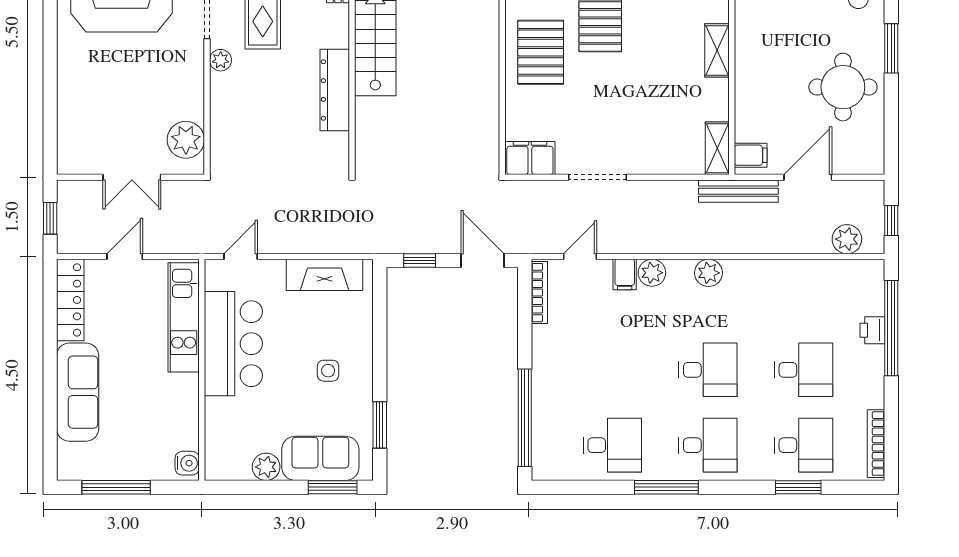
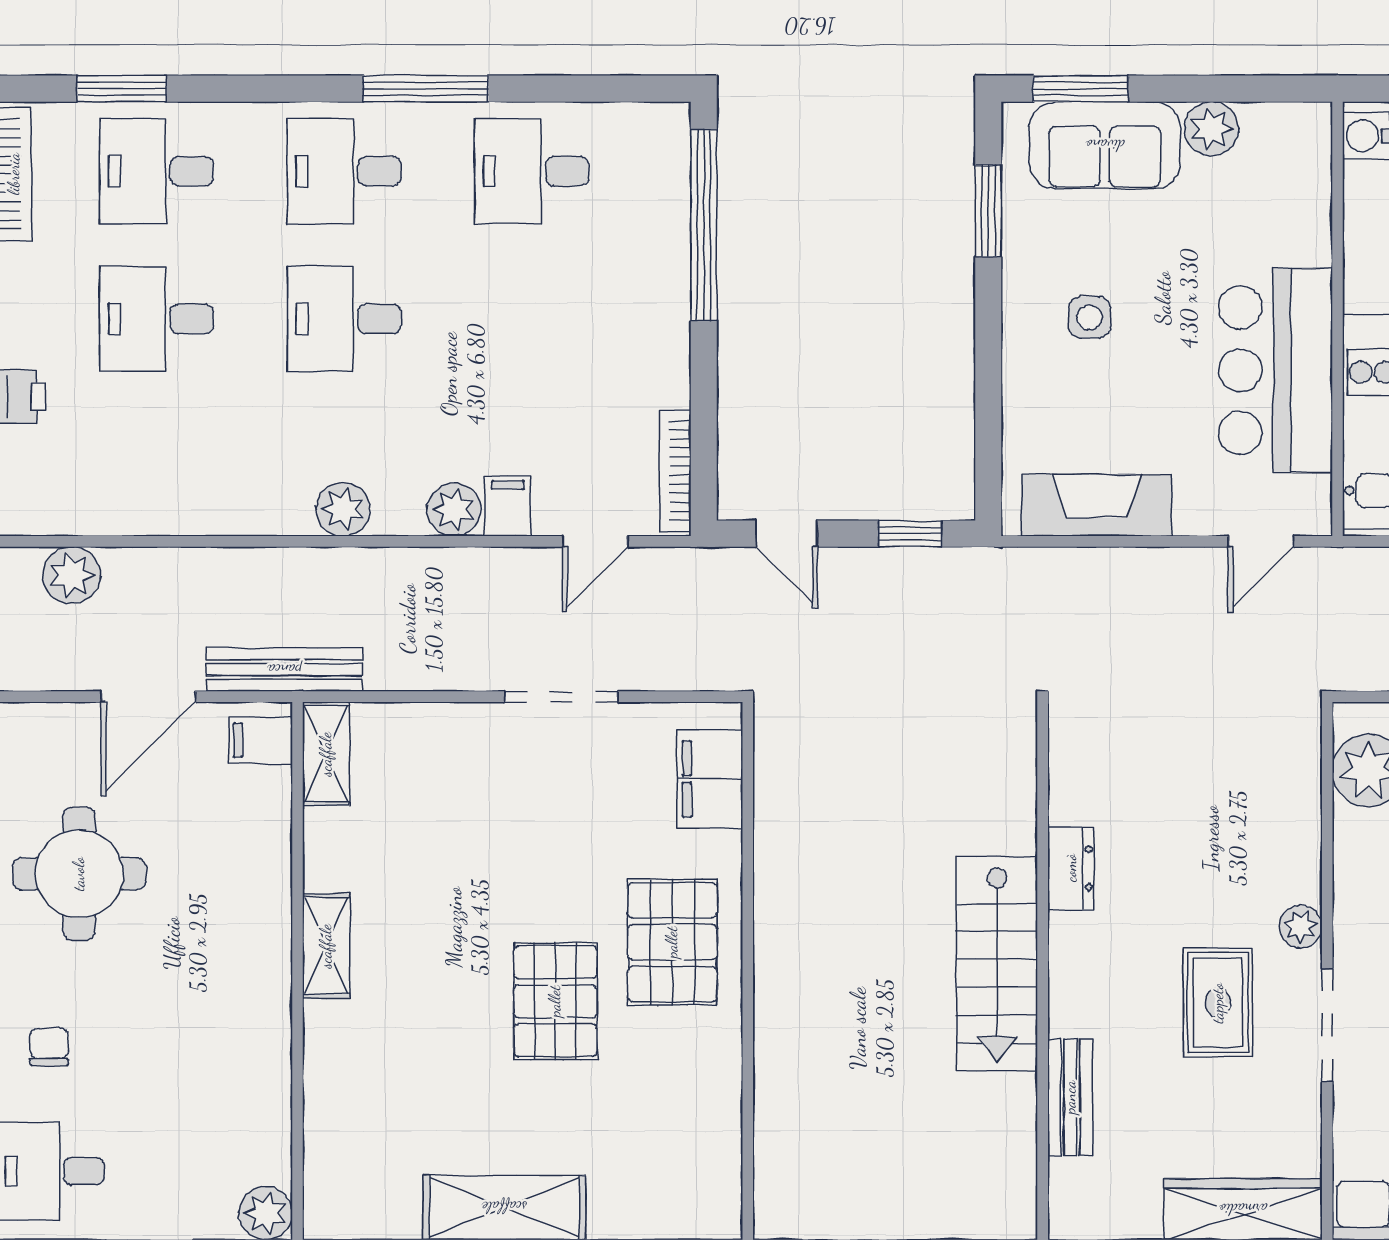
dresser: (335, 90) -> (1071, 868), width x0.51, depth x0.80
filing cabinet: (530, 158) -> (710, 779), moved, turned 90
door: (483, 260) -> (786, 534), width x0.73
window: (798, 487) -> (122, 89), moved

